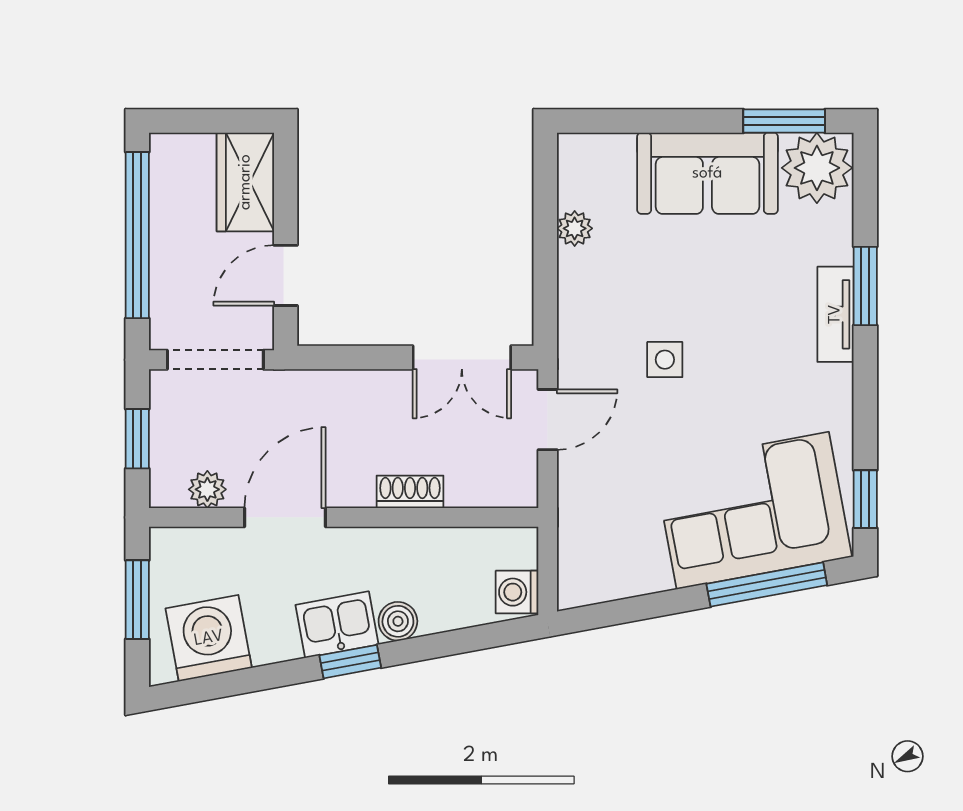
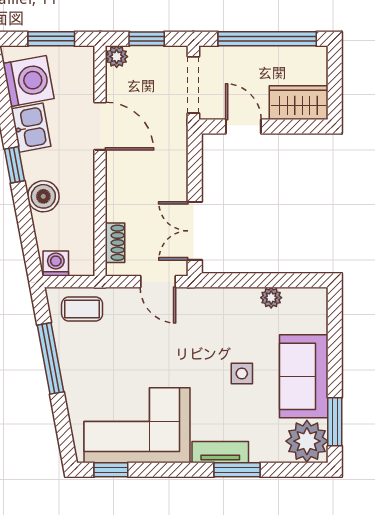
side table: (665, 360) -> (242, 374), moved
plant: (207, 489) -> (117, 57), moved
shoe rack: (410, 492) -> (115, 243), moved
corner sofa: (753, 511) -> (137, 425), moved, turned -80
coffee table: (594, 548) -> (82, 309), added
window: (767, 584) -> (50, 358), moved
boiler: (398, 621) -> (43, 196), width x1.36, depth x1.36
kitchen sink: (337, 625) -> (31, 128), moved

